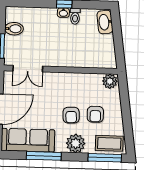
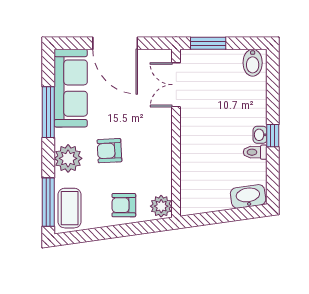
bidet: (14, 29) -> (253, 63), moved
armchair: (95, 114) -> (124, 205), moved

